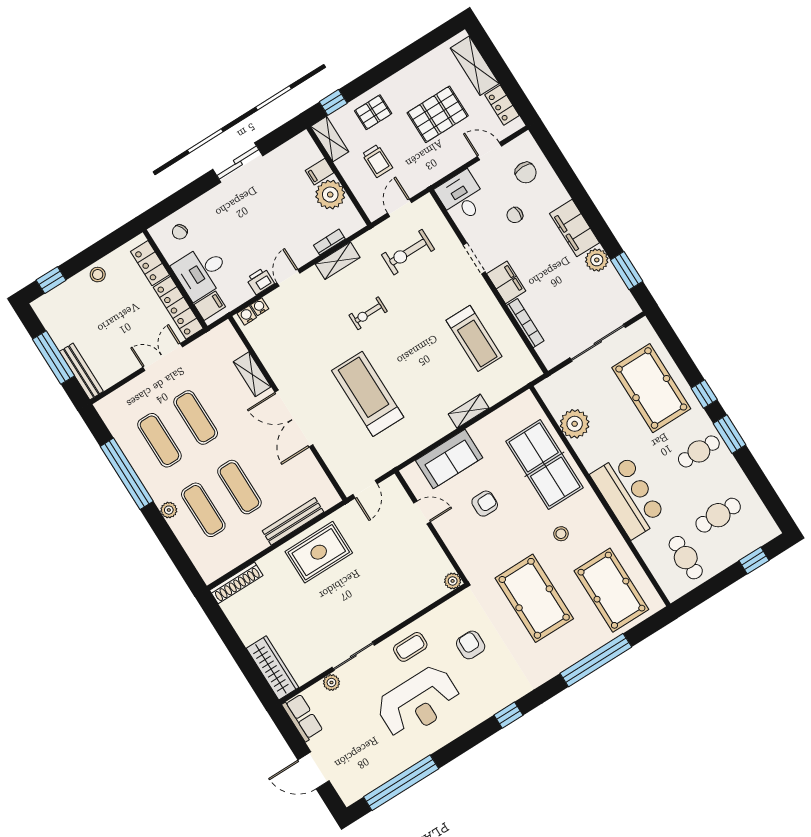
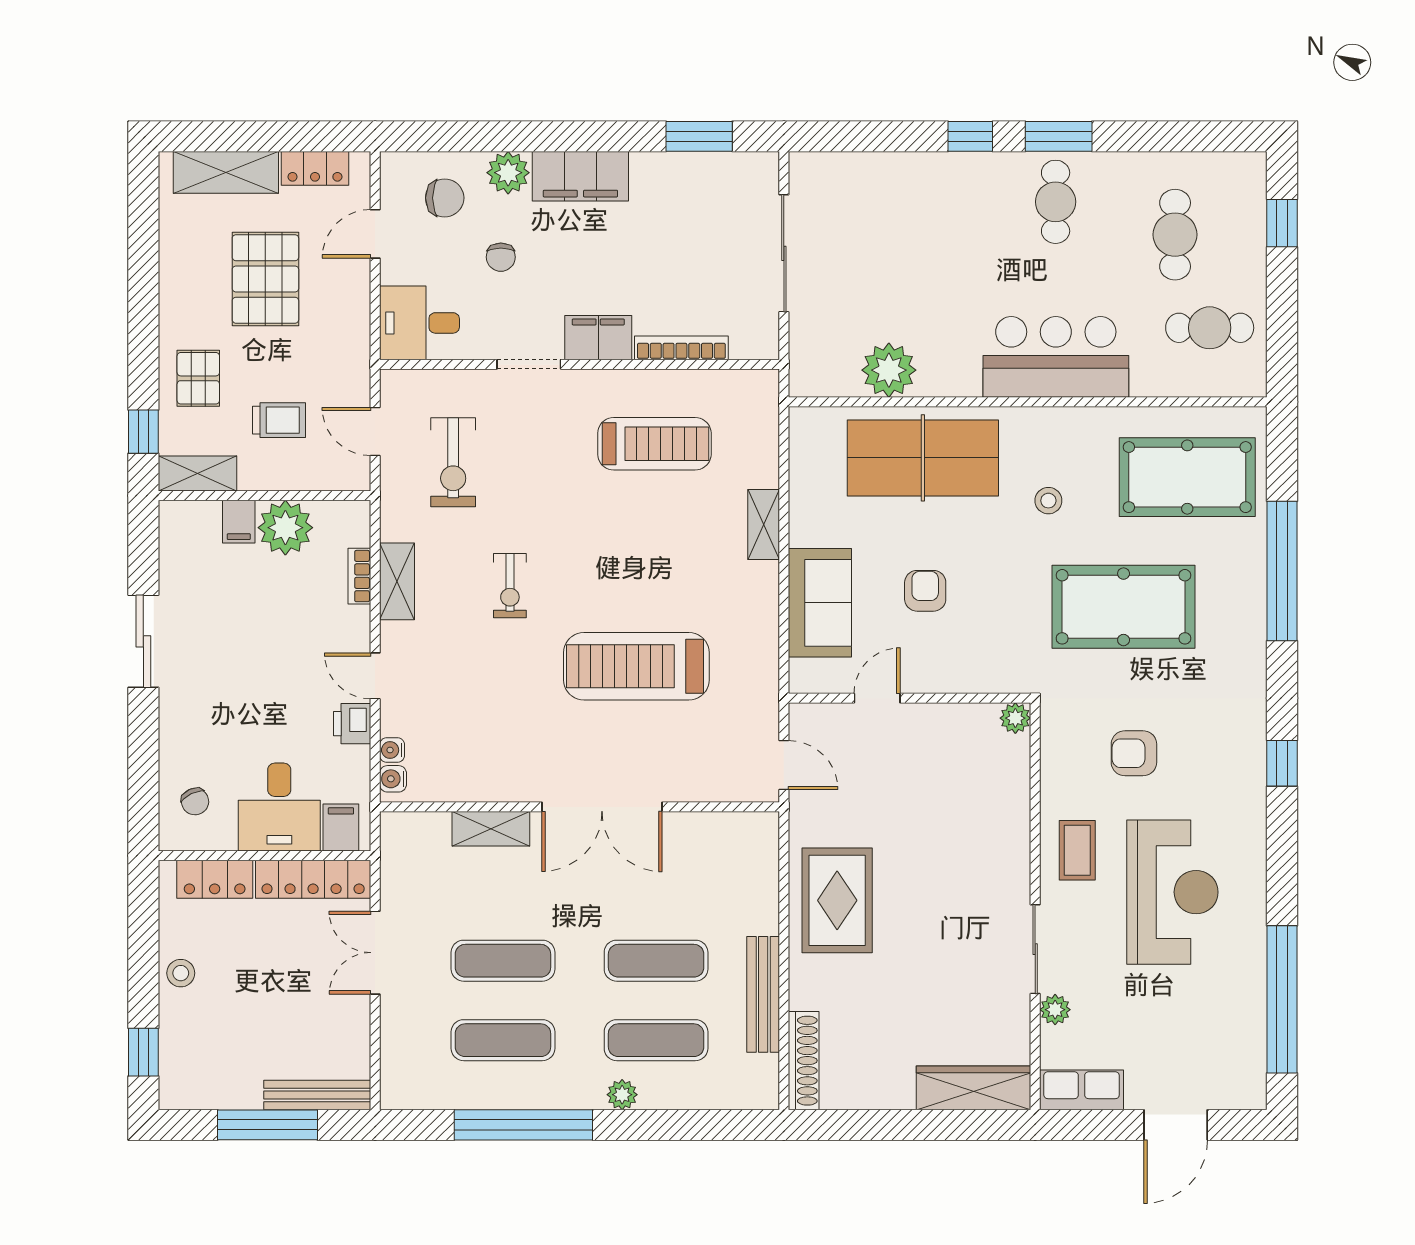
plant: (597, 260) -> (508, 173), moved
pool table: (651, 388) -> (909, 214), removed
bench: (293, 521) -> (763, 994), moved

